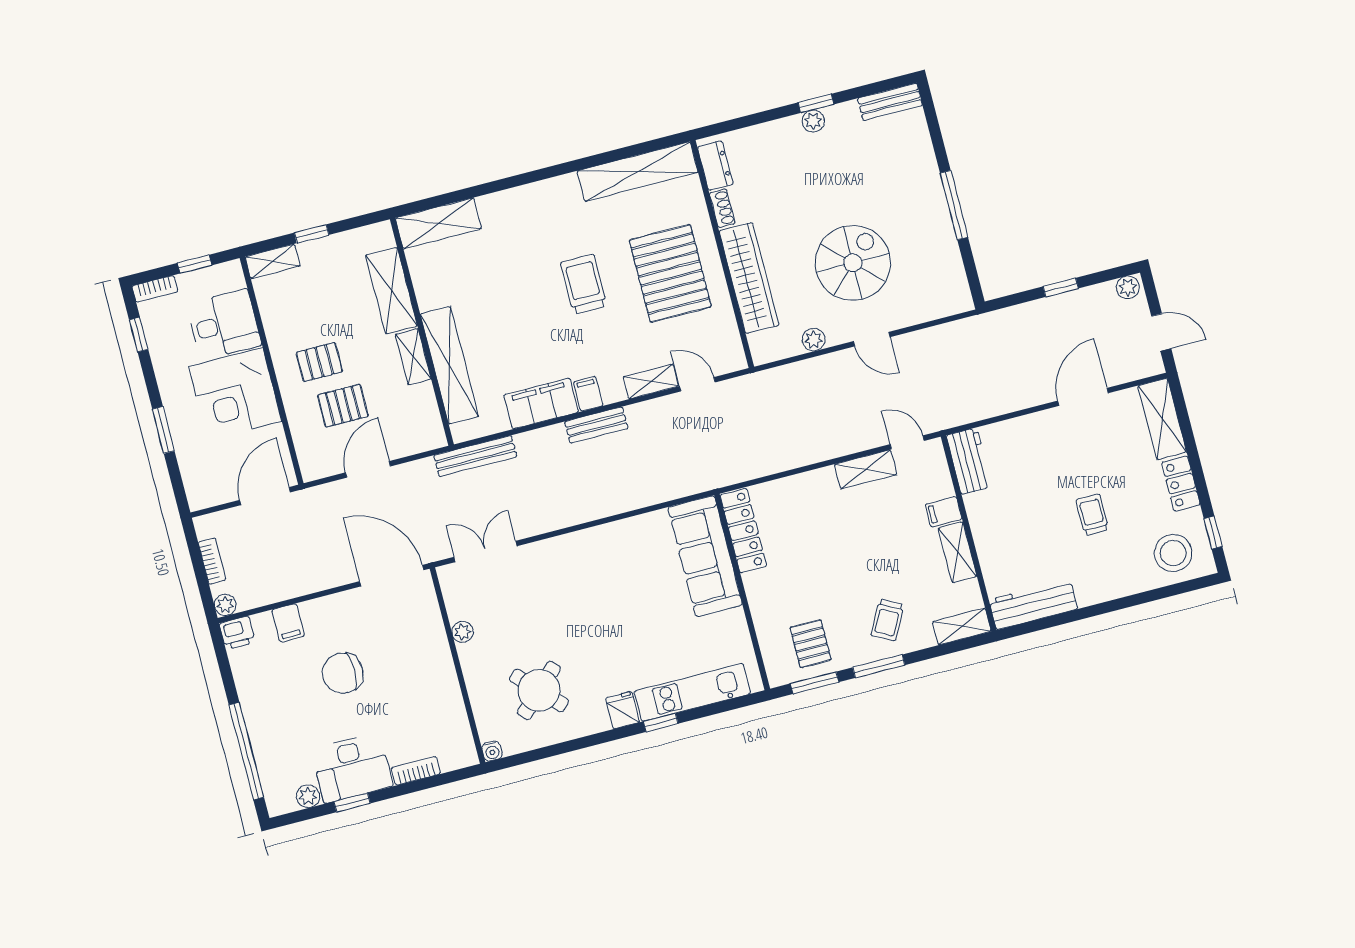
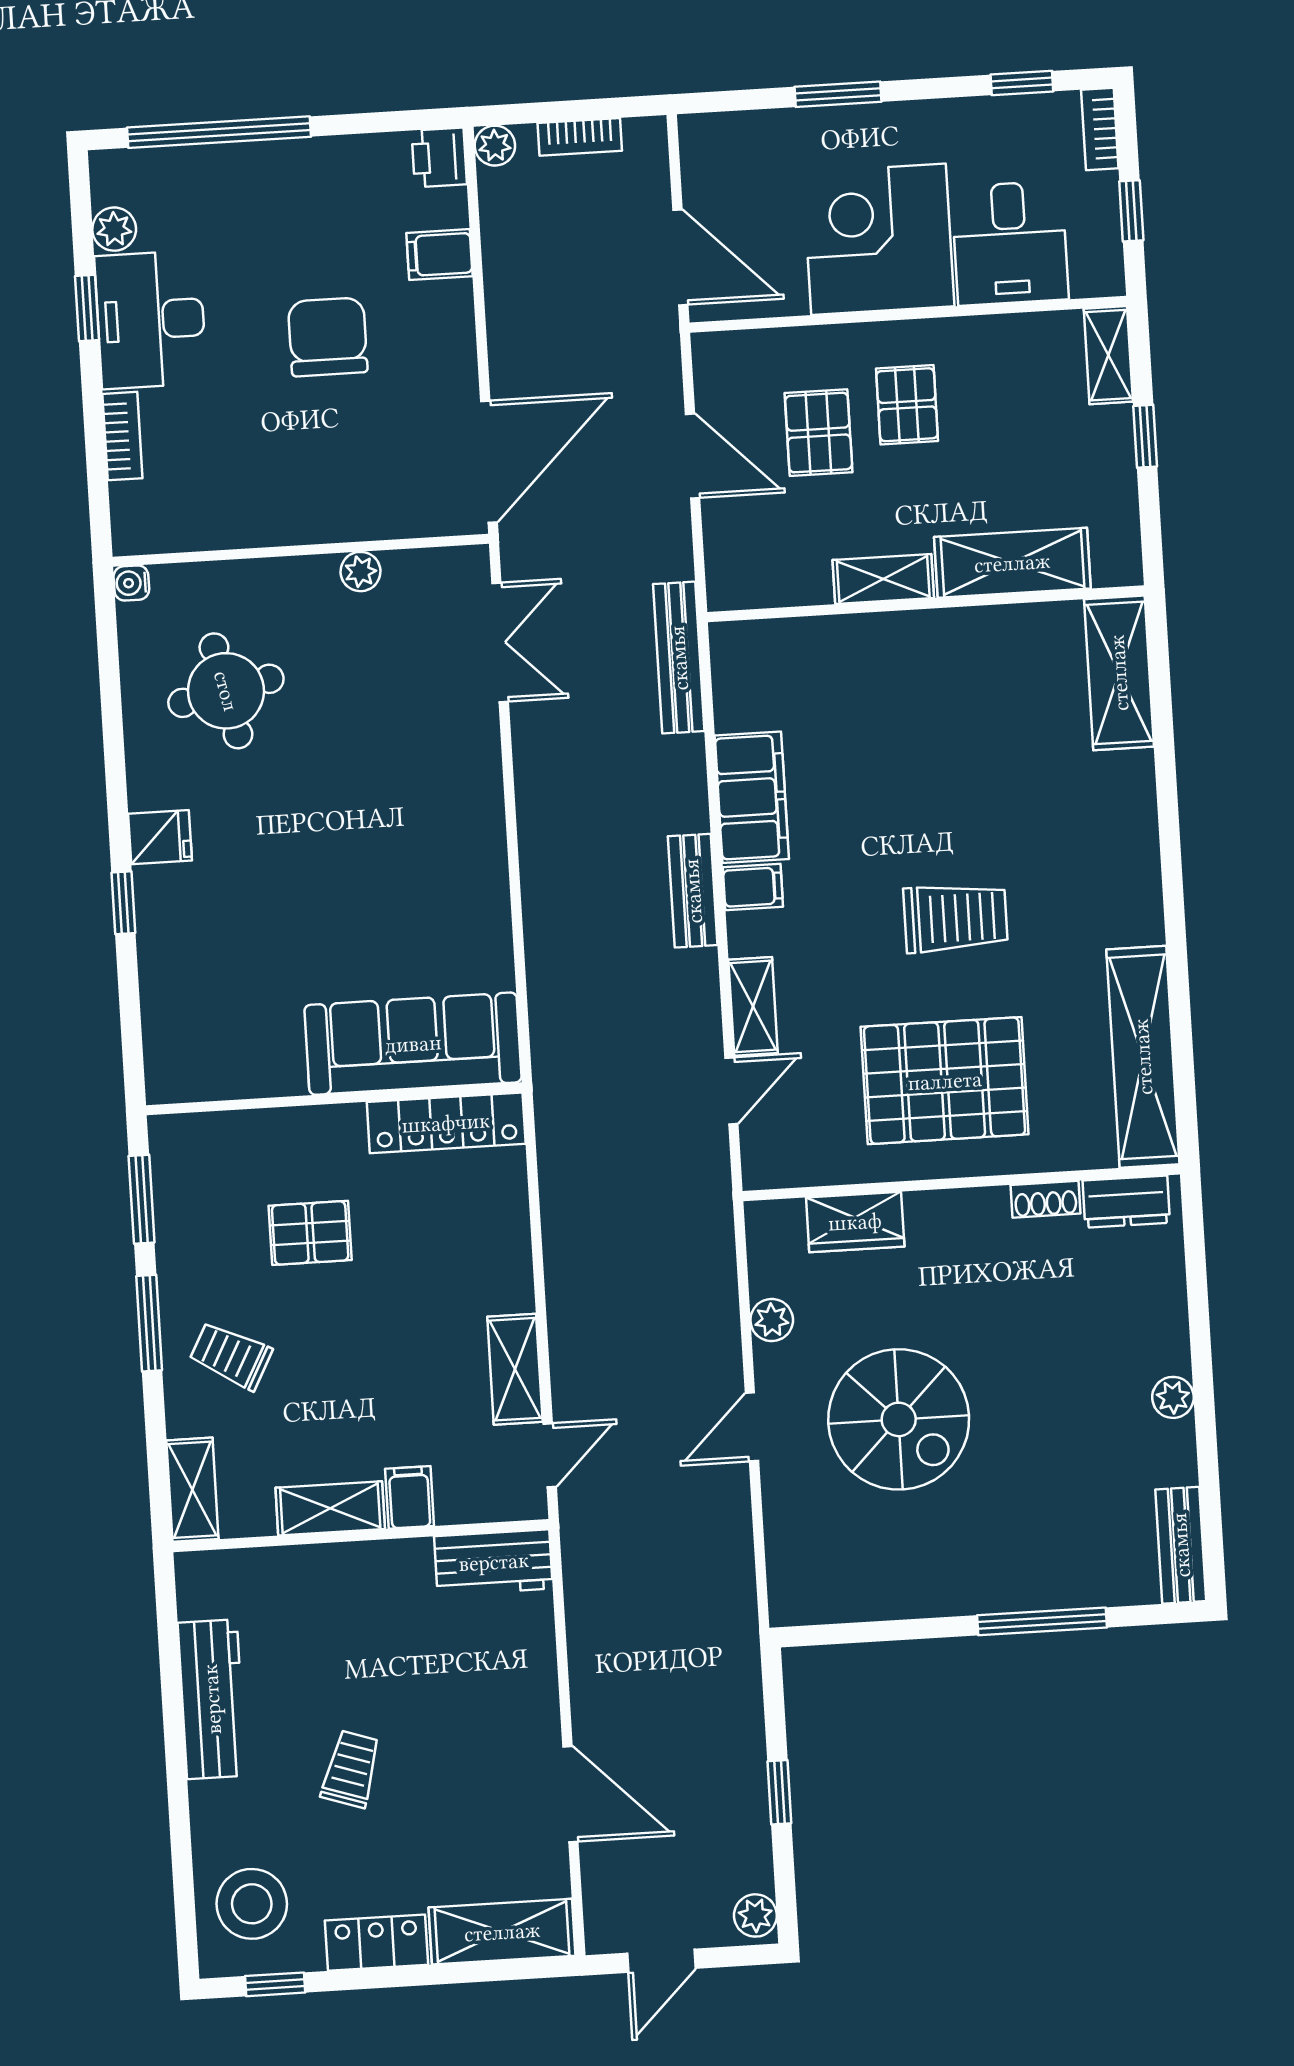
window: (816, 103) -> (1205, 1409), removed
window: (954, 205) -> (1042, 1621), moved
wardrobe: (749, 278) -> (855, 1222), width x0.48, depth x0.85
shelving: (449, 365) -> (855, 642), removed
trolley: (1092, 515) -> (351, 1769), turned -72
workbench: (1033, 604) -> (212, 1699), moved
pallet: (811, 644) -> (310, 1233), moved
round table: (539, 690) -> (226, 691), turned 32
kitchen unit: (692, 692) -> (168, 972), removed

